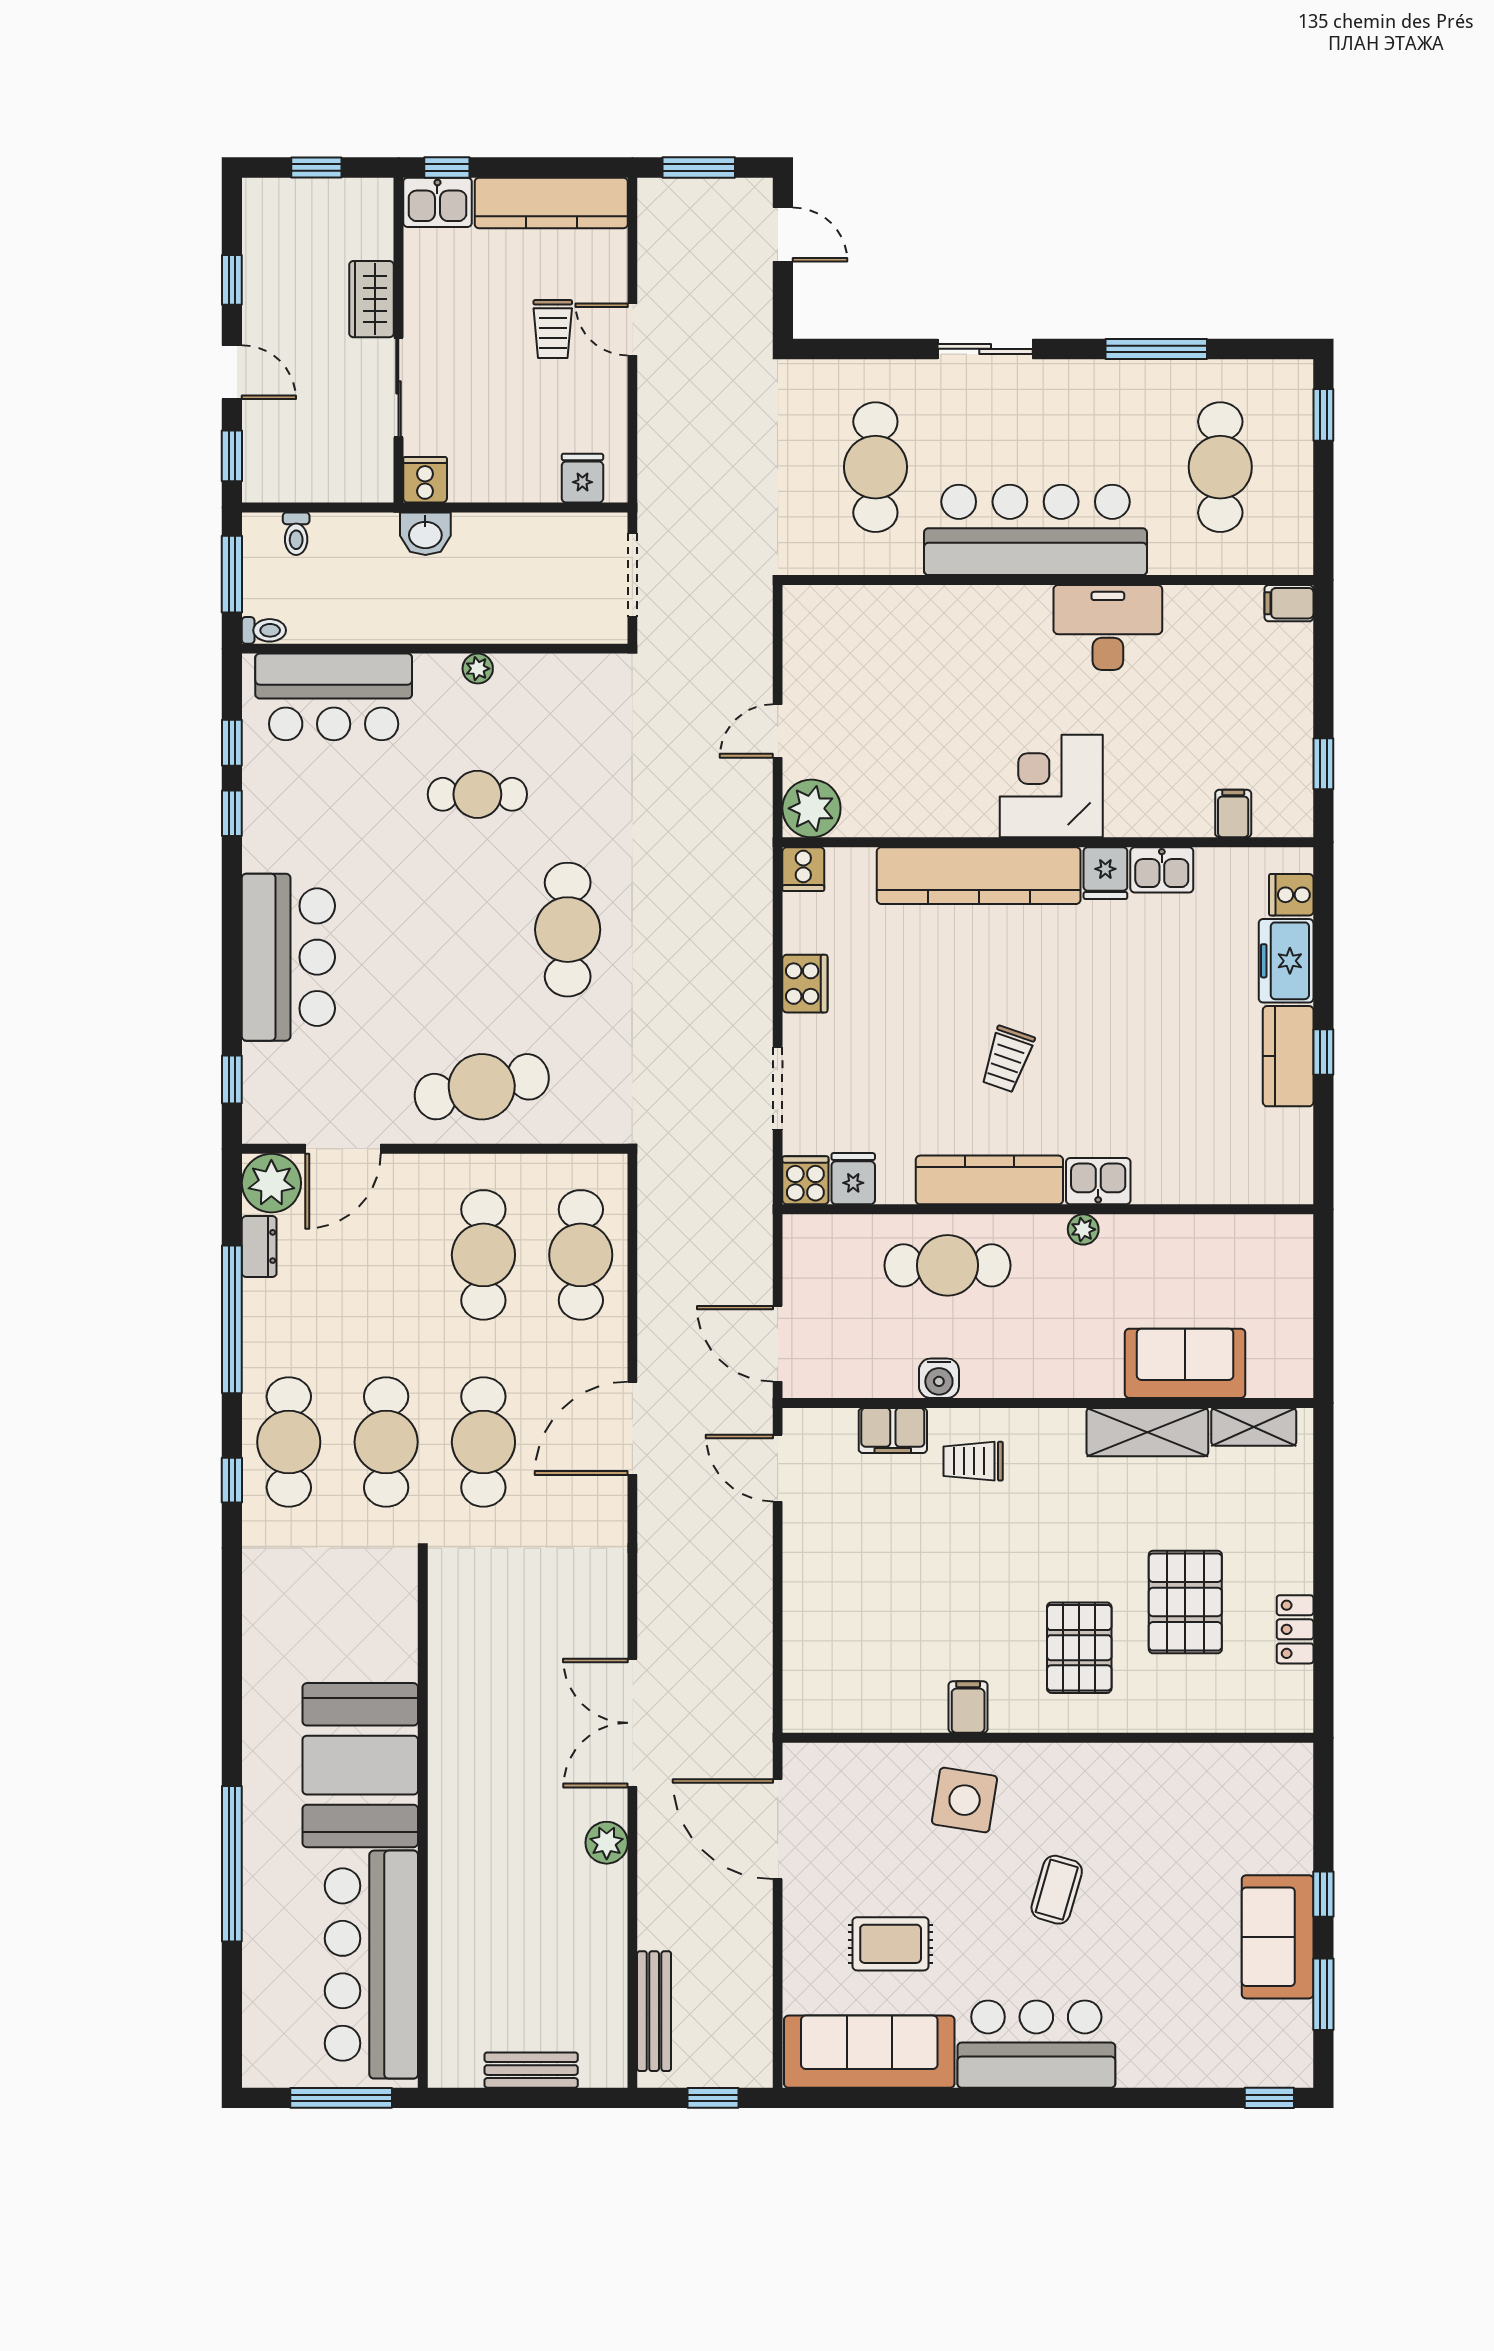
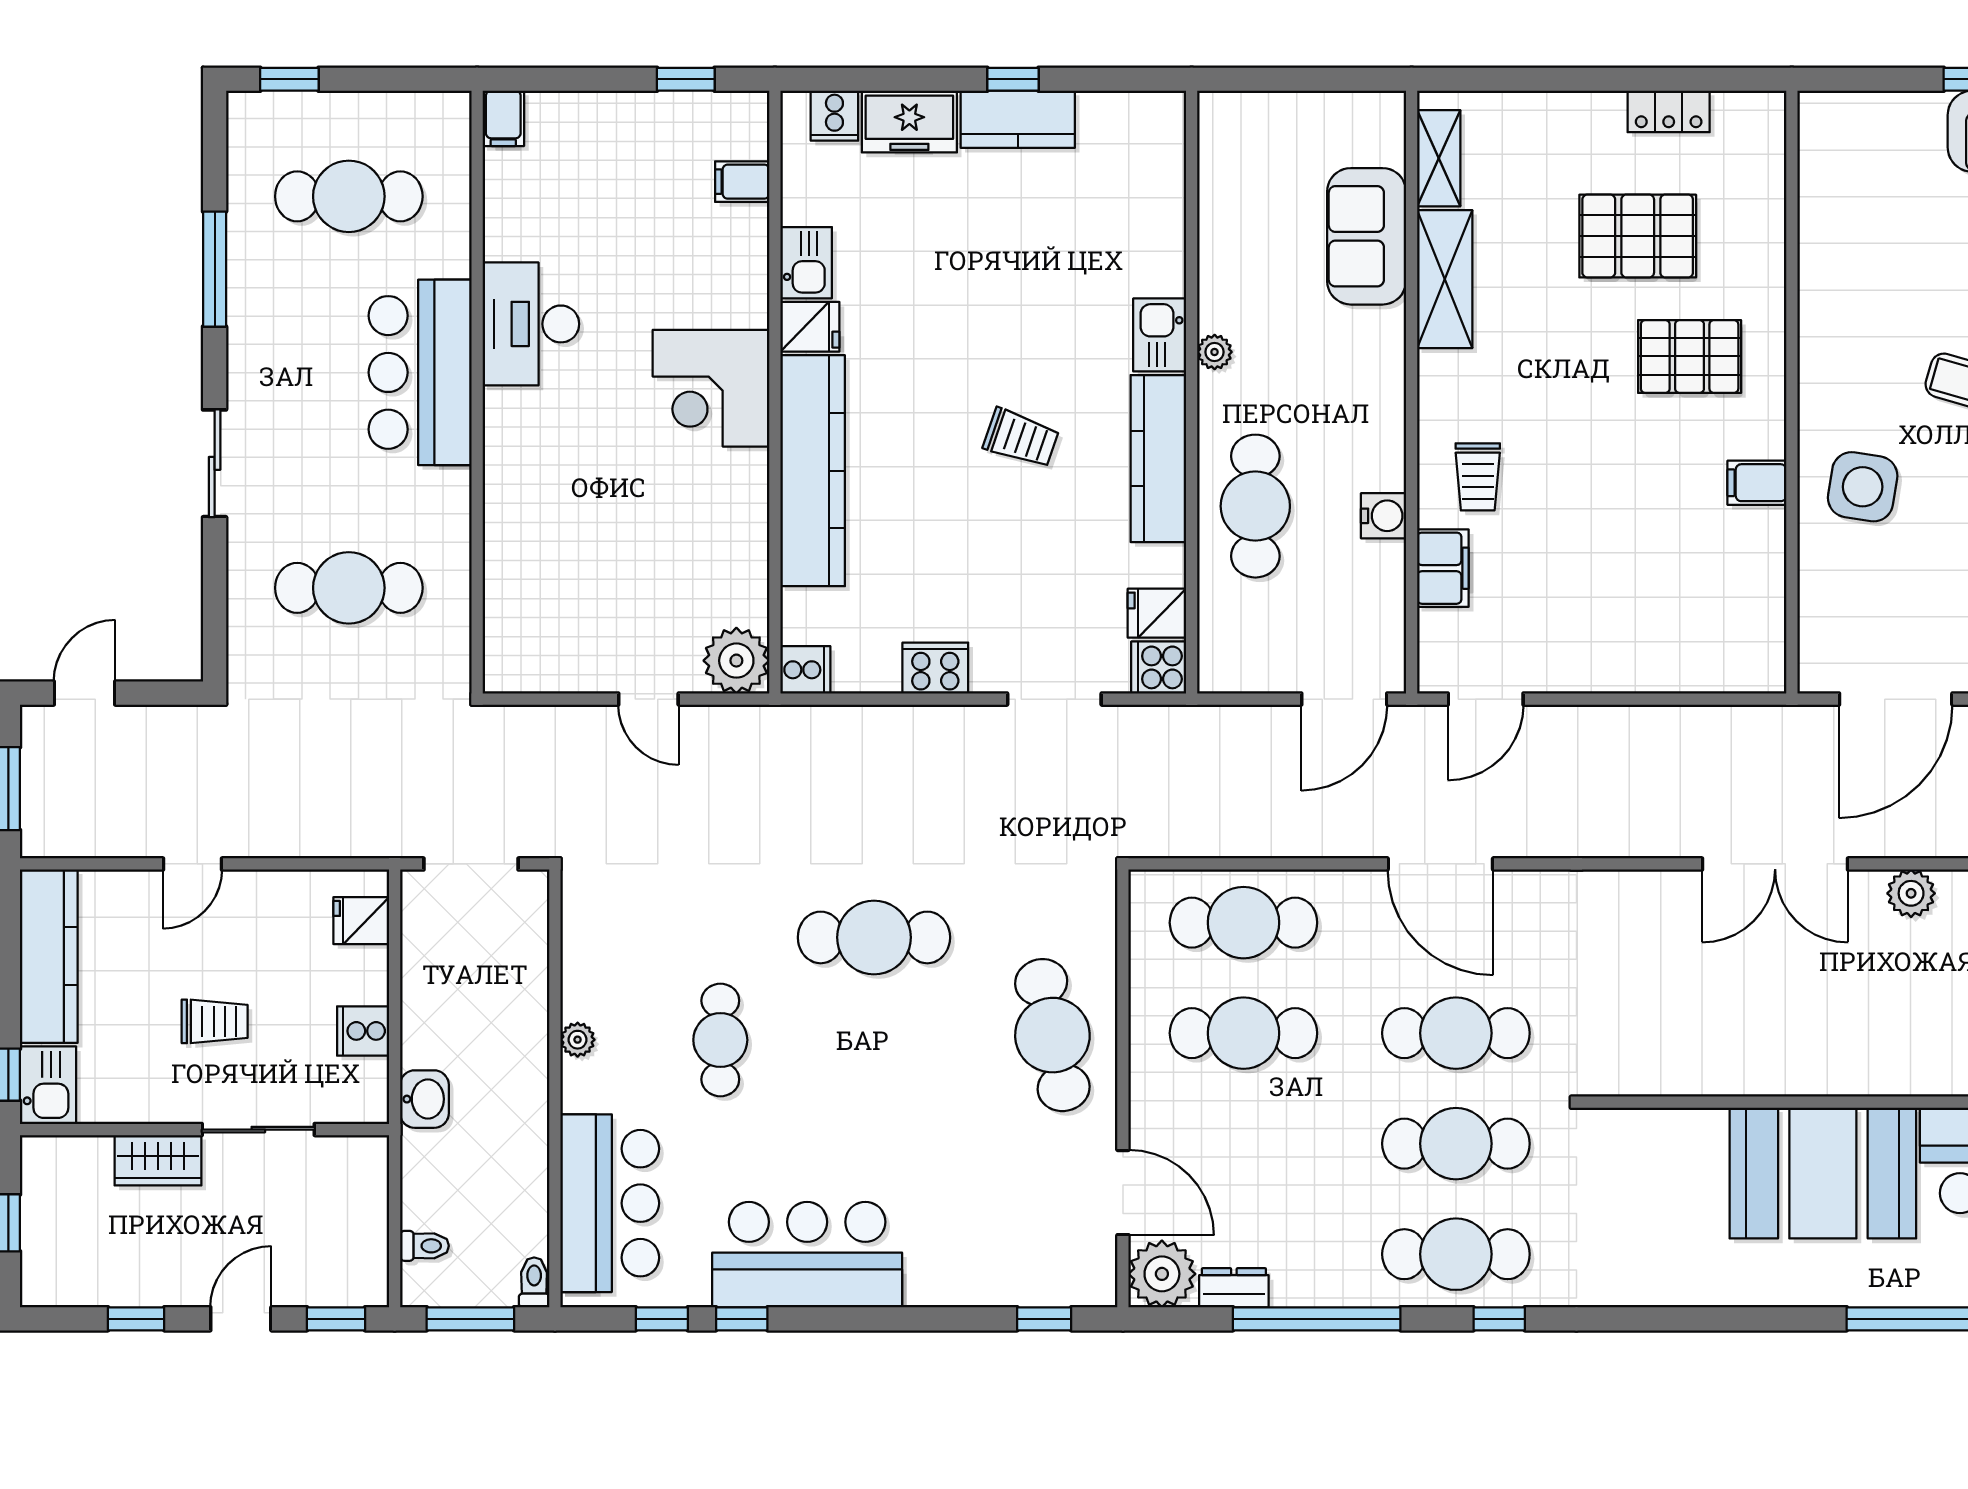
trolley: (553, 329) -> (215, 1021), moved
cooker: (425, 480) -> (363, 1031), moved
bar counter: (1036, 530) -> (420, 372), width x0.73
bar counter: (288, 957) -> (807, 1255), moved

